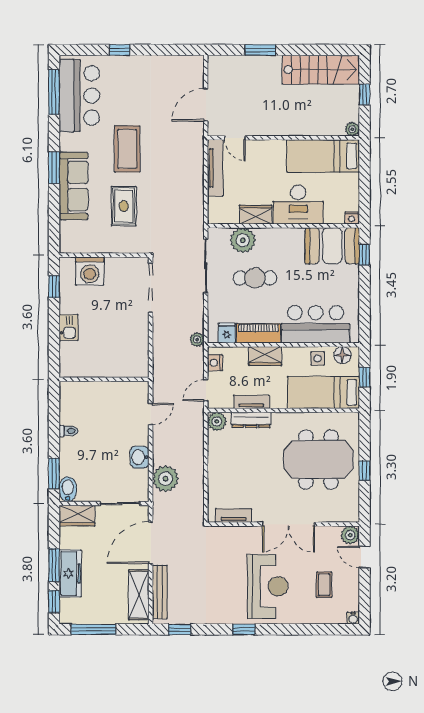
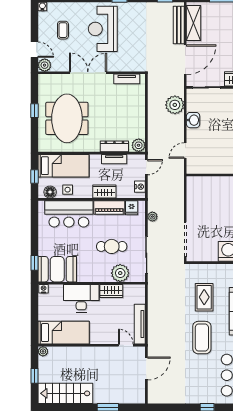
plant: (197, 340) -> (152, 217), moved
meeting table: (318, 460) -> (67, 118), turned 90

